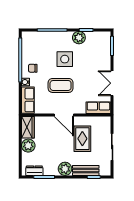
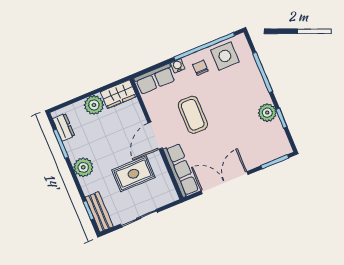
side table: (65, 59) -> (225, 56), moved
double door: (112, 83) -> (225, 183), width x1.37
row of seats: (98, 108) -> (181, 170), width x1.48
bench: (86, 171) -> (99, 212), moved

